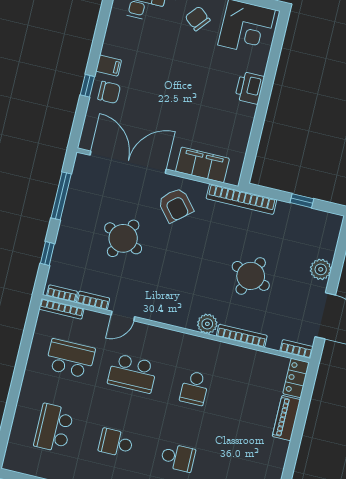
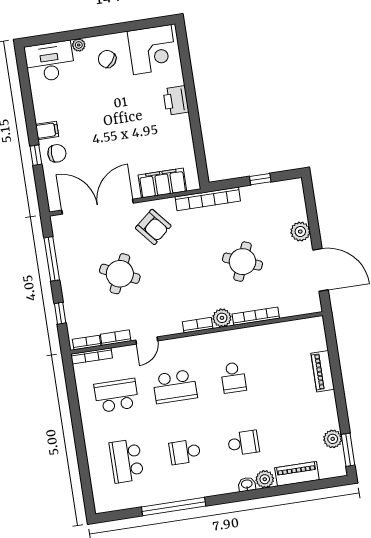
bookcase: (296, 349) -> (198, 325), moved
locker: (296, 378) -> (317, 333), removed

